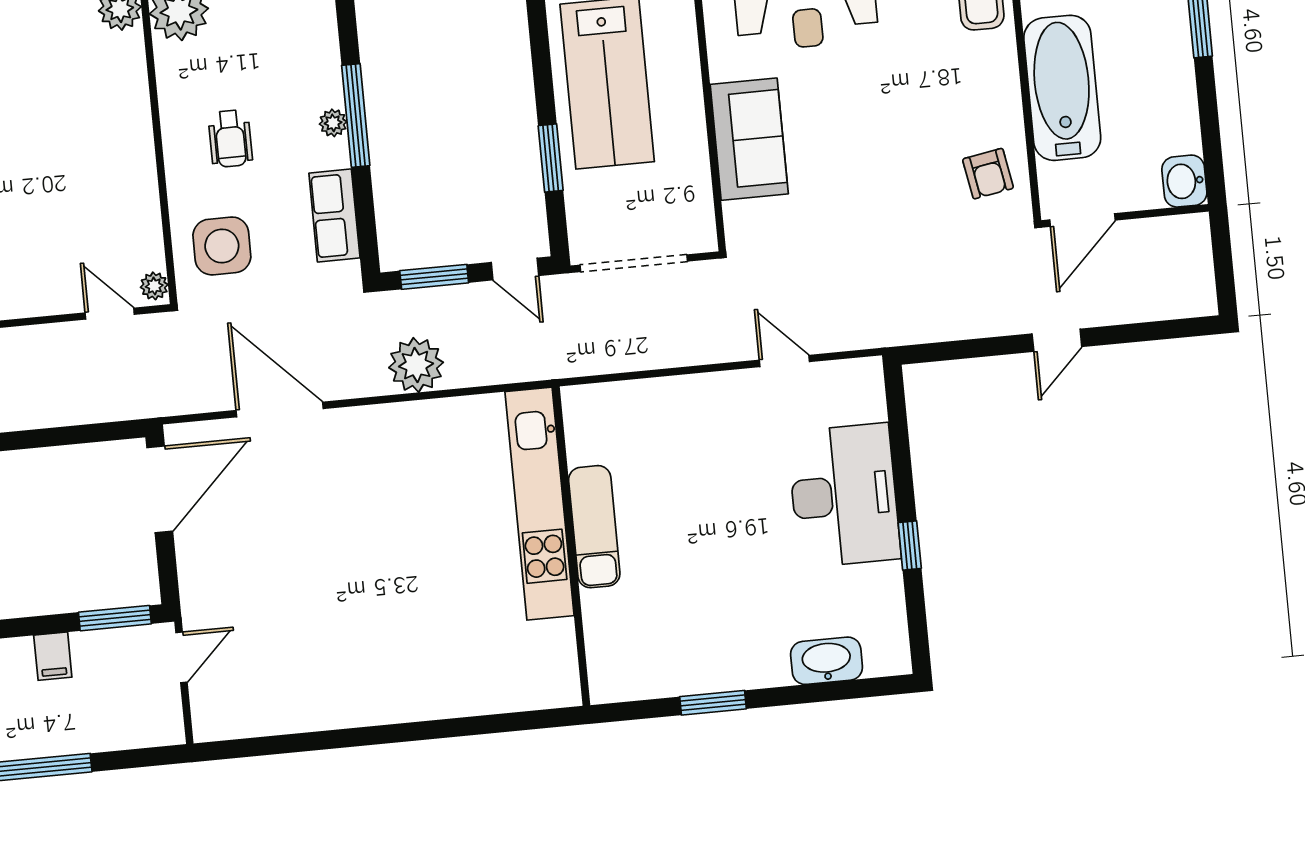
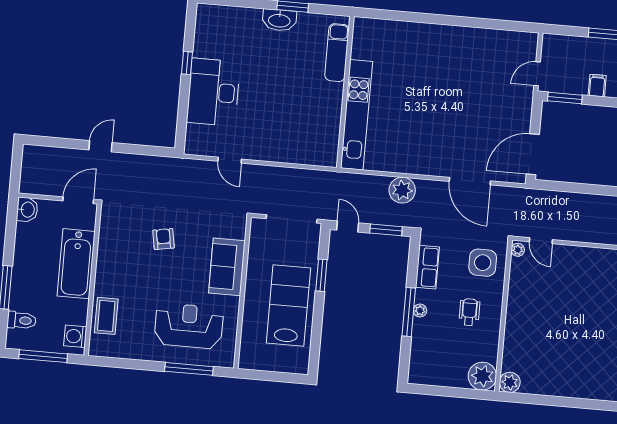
armchair: (988, 174) -> (164, 239), moved
exam couch: (594, 527) -> (337, 53), moved
washbasin: (827, 661) -> (279, 20), moved

